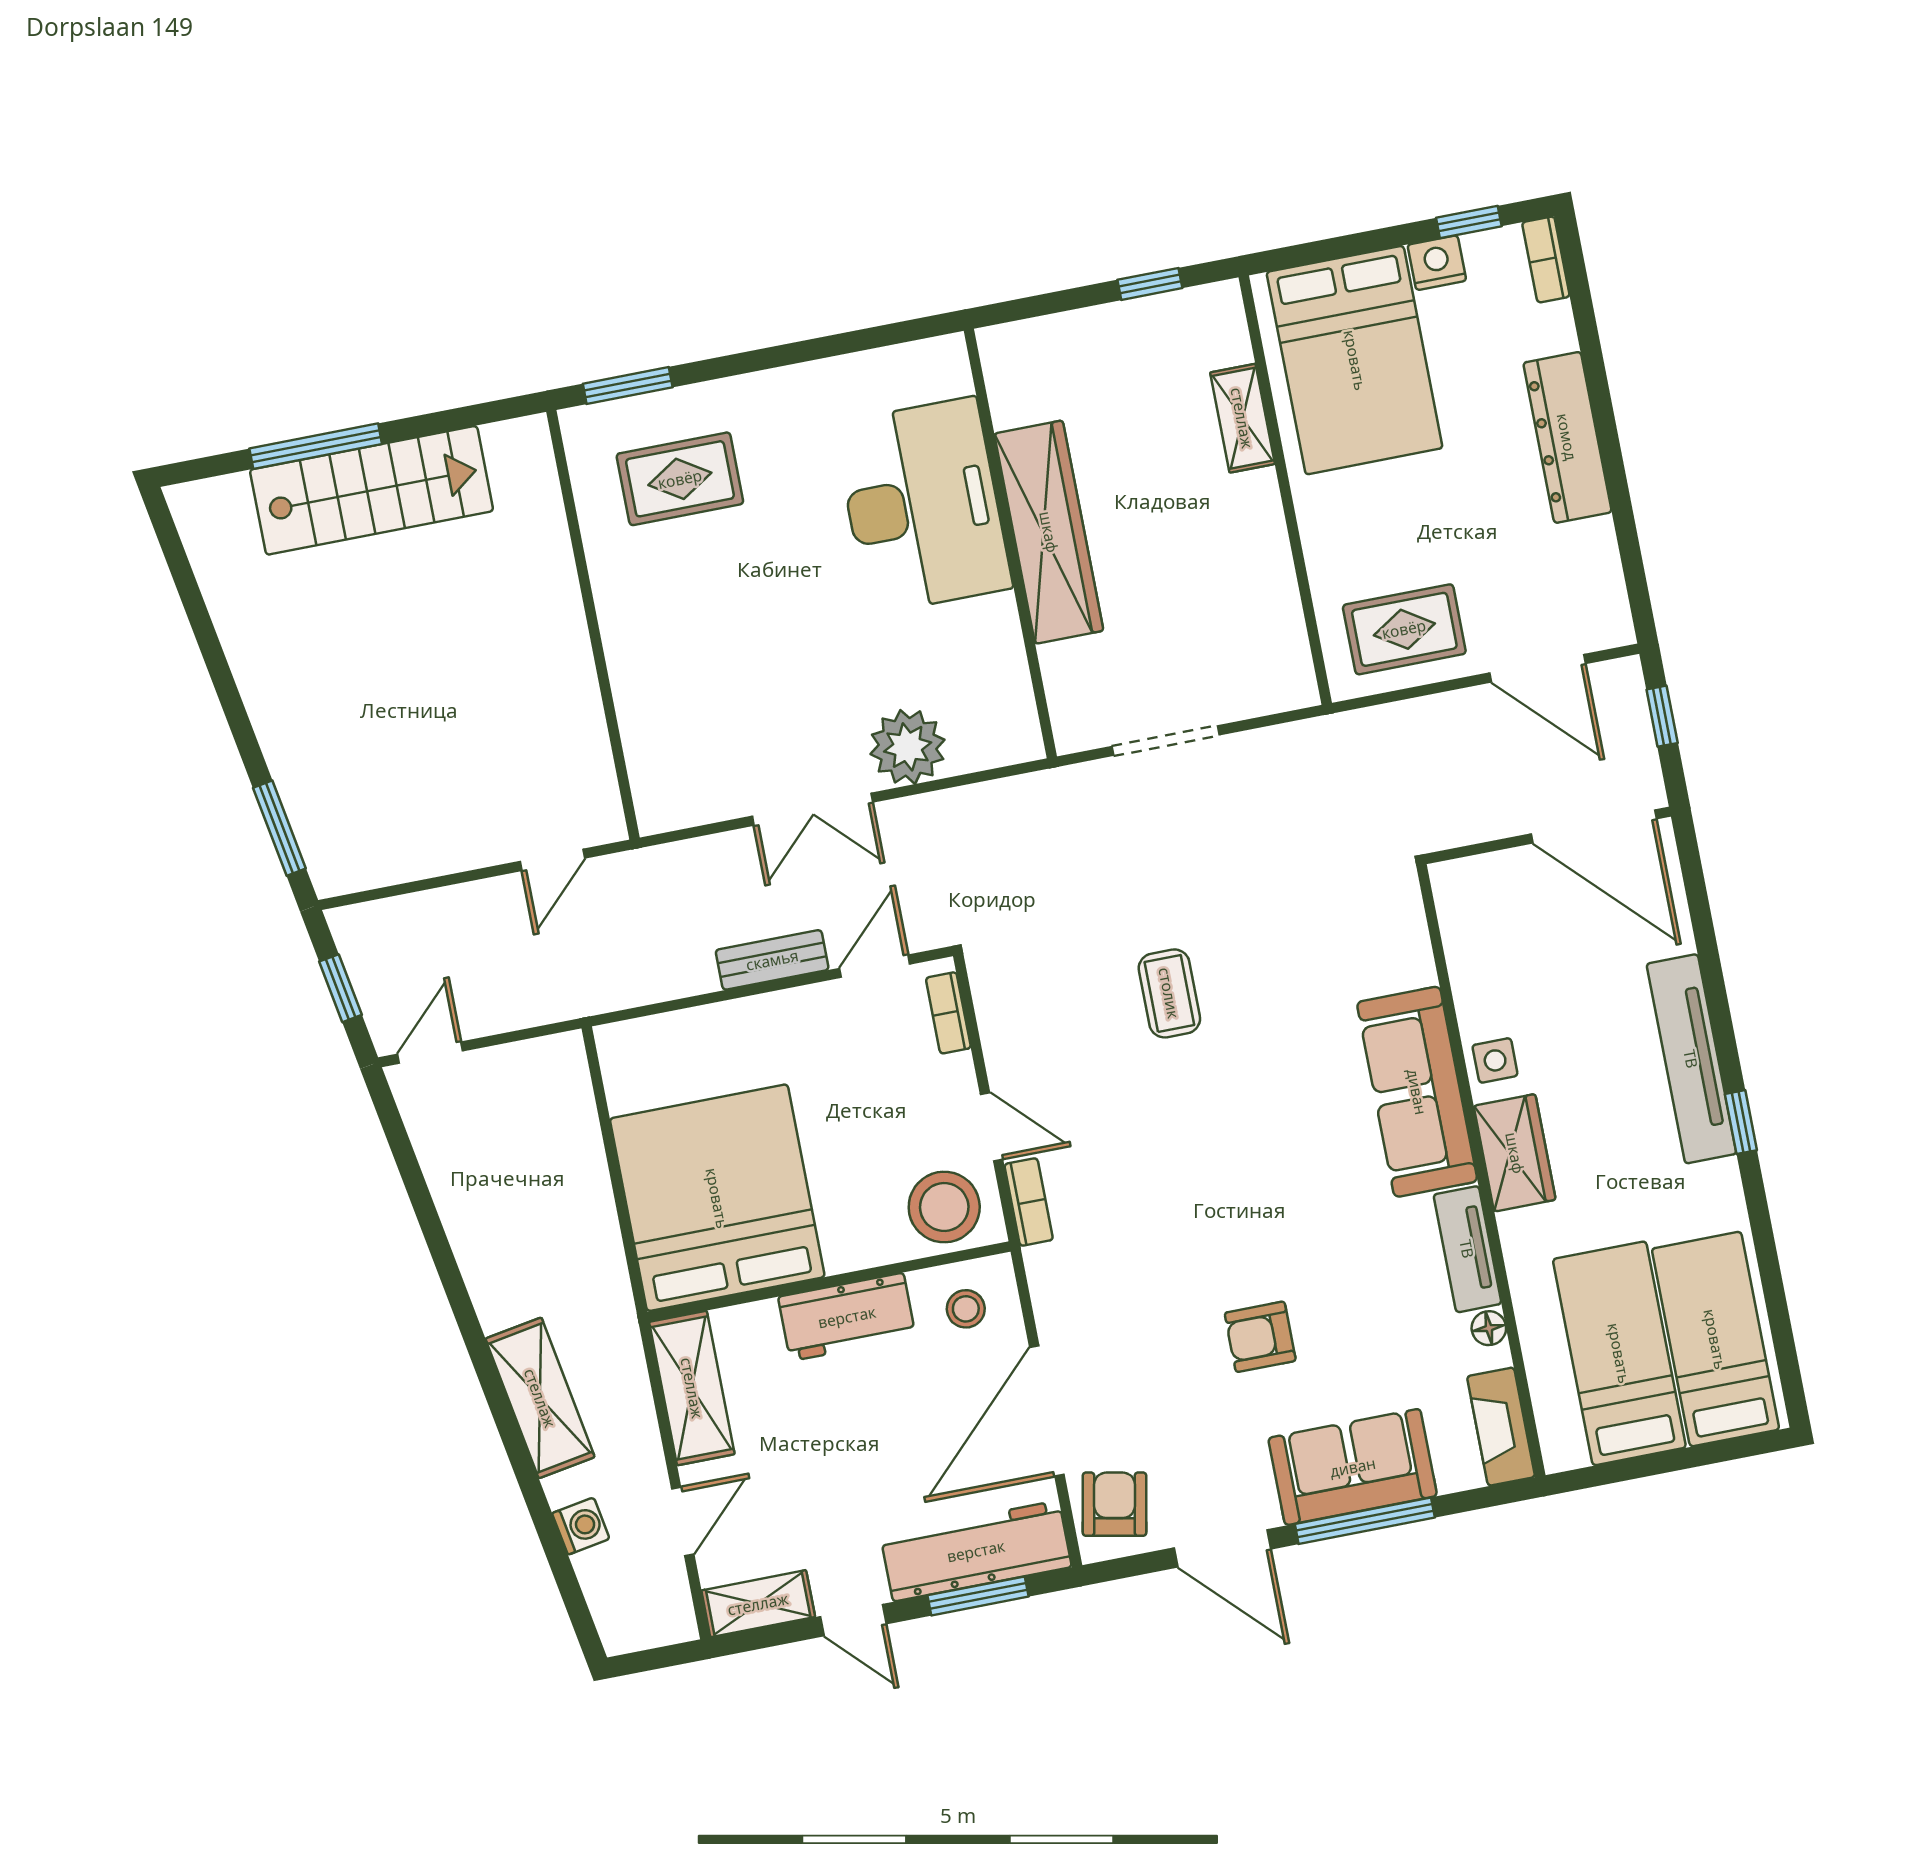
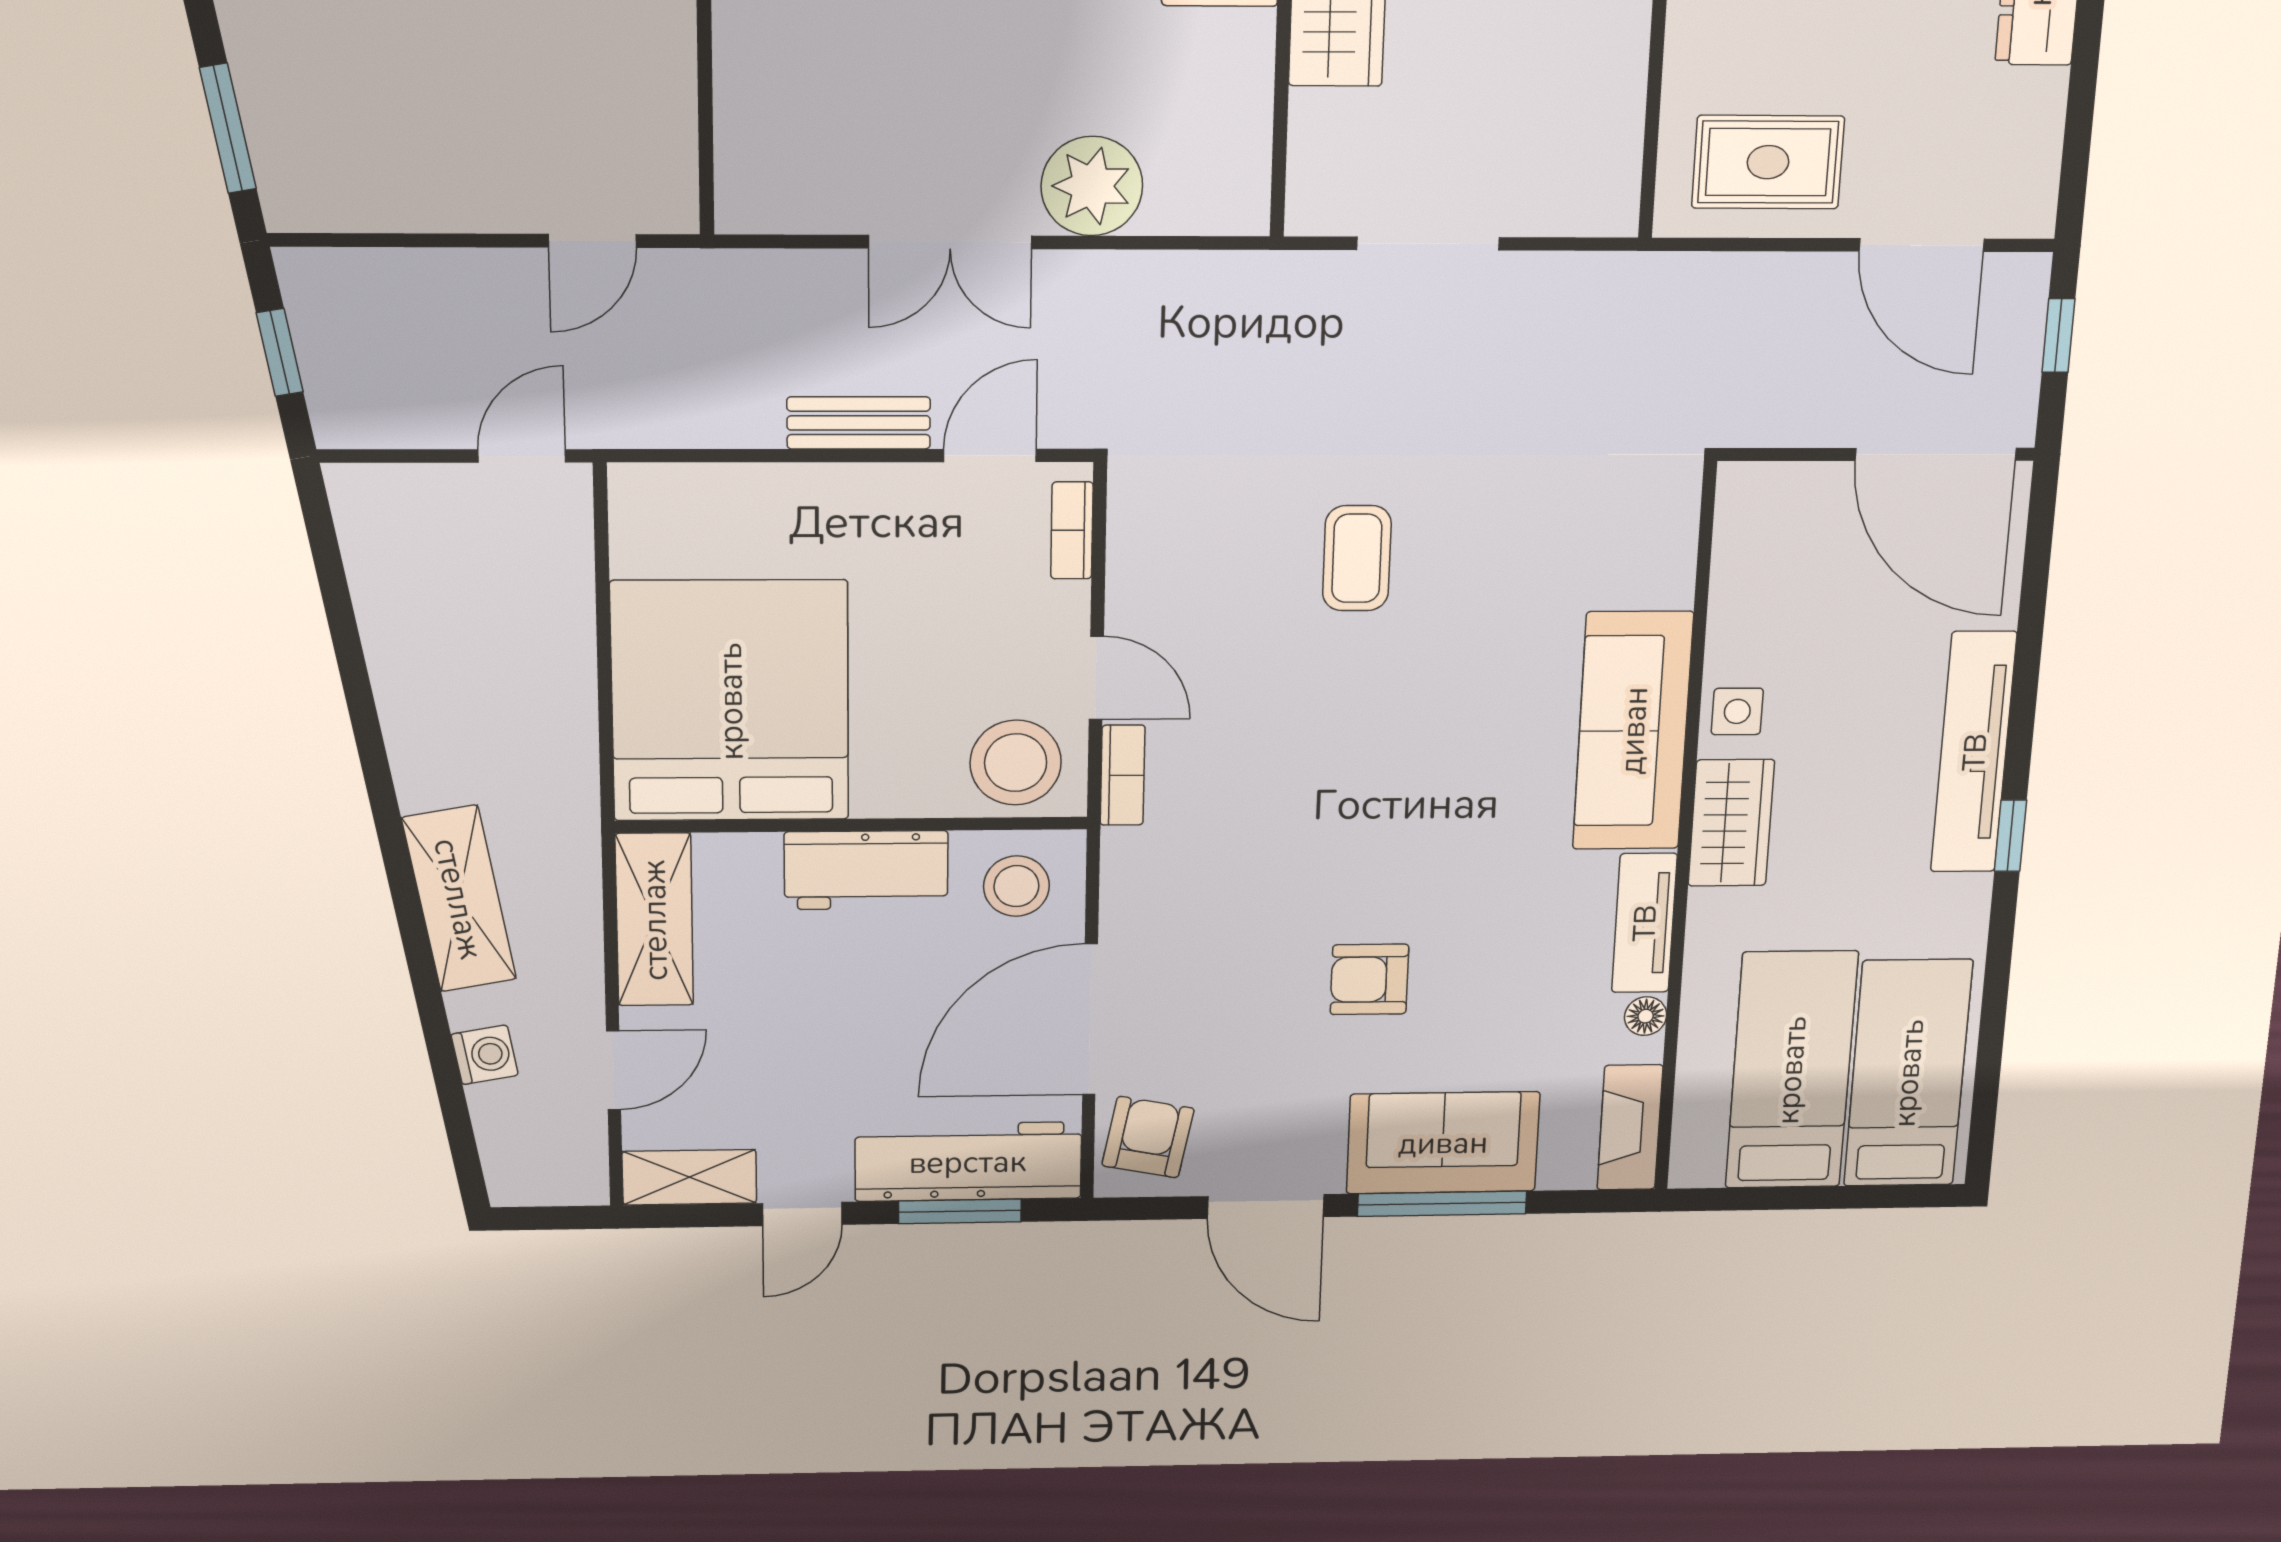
door: (430, 1053) -> (522, 456), moved
stool: (966, 1309) -> (1016, 886), width x1.37, depth x1.37
door: (853, 1620) -> (802, 1214), hinge flipped

